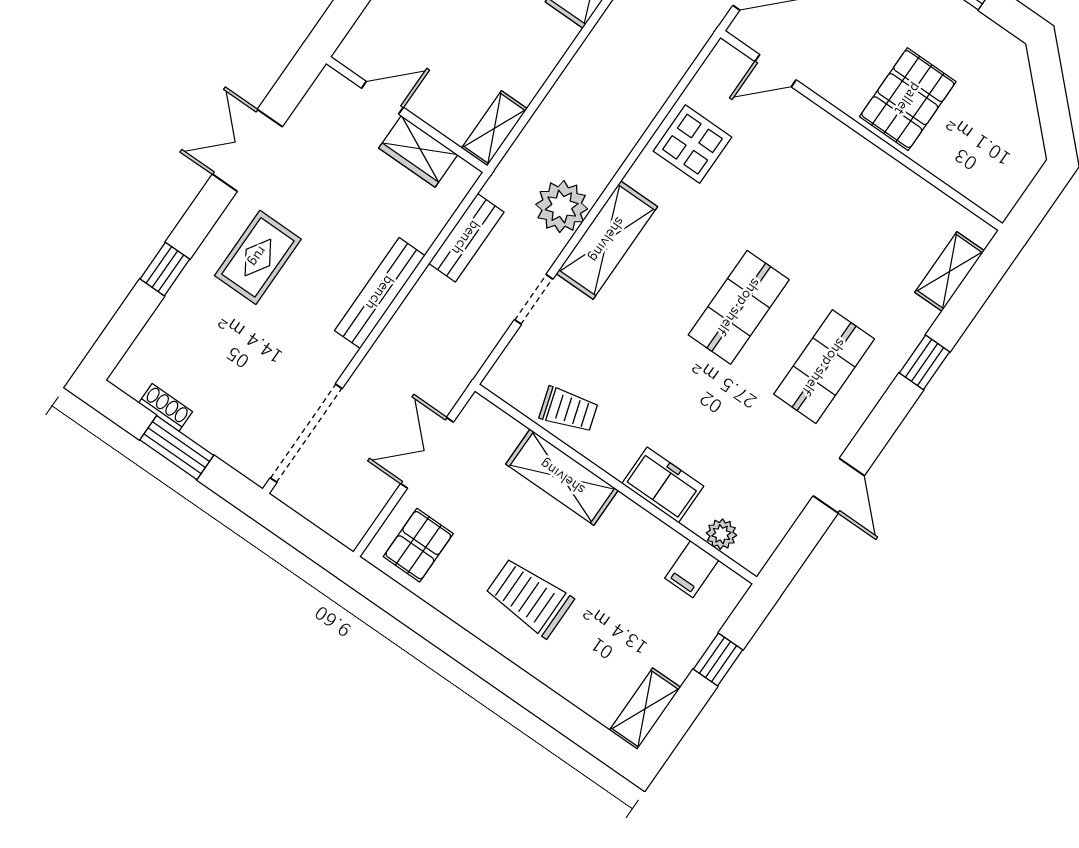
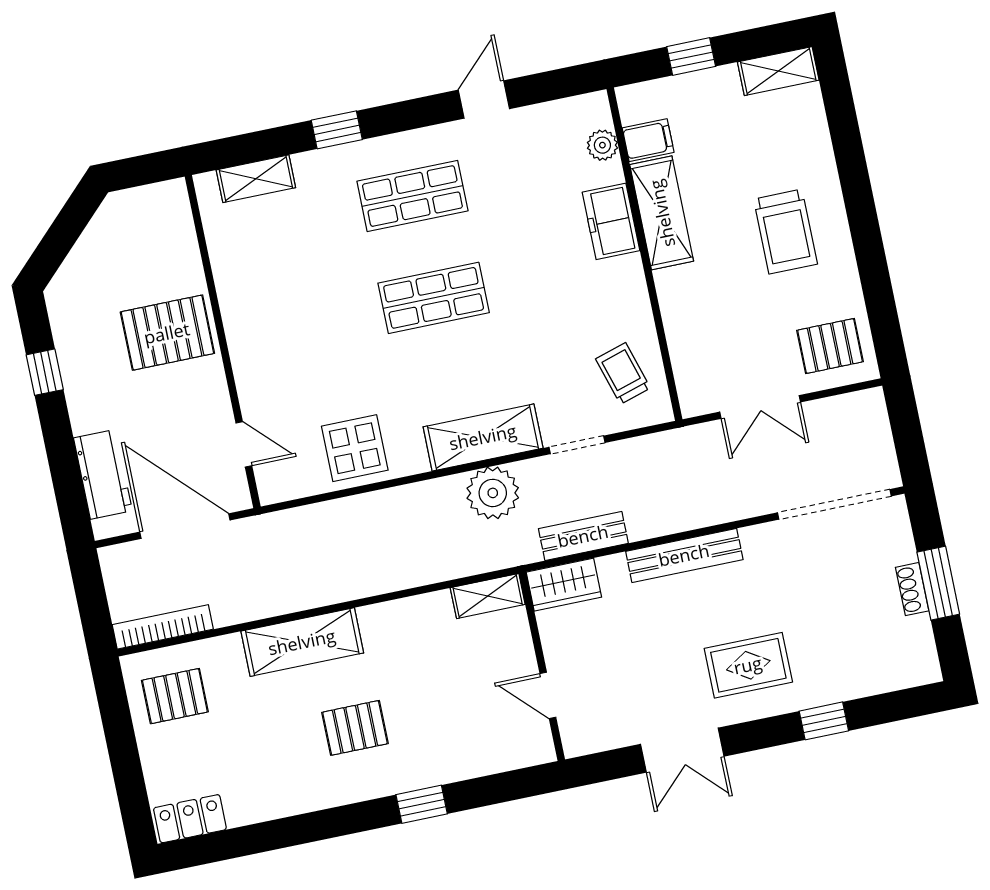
wardrobe: (418, 151) -> (564, 585), moved, turned 90
shoe rack: (166, 407) -> (912, 589), moved
trolley: (569, 410) -> (623, 373), moved
shelving: (562, 477) -> (662, 213), moved

